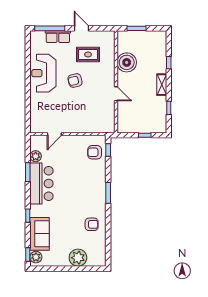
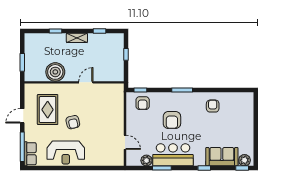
row of seats: (58, 37) -> (30, 154), moved
rug: (88, 54) -> (48, 110), width x1.36, depth x1.43
armchair: (77, 182) -> (172, 120), added
plant: (78, 258) -> (245, 119), removed

